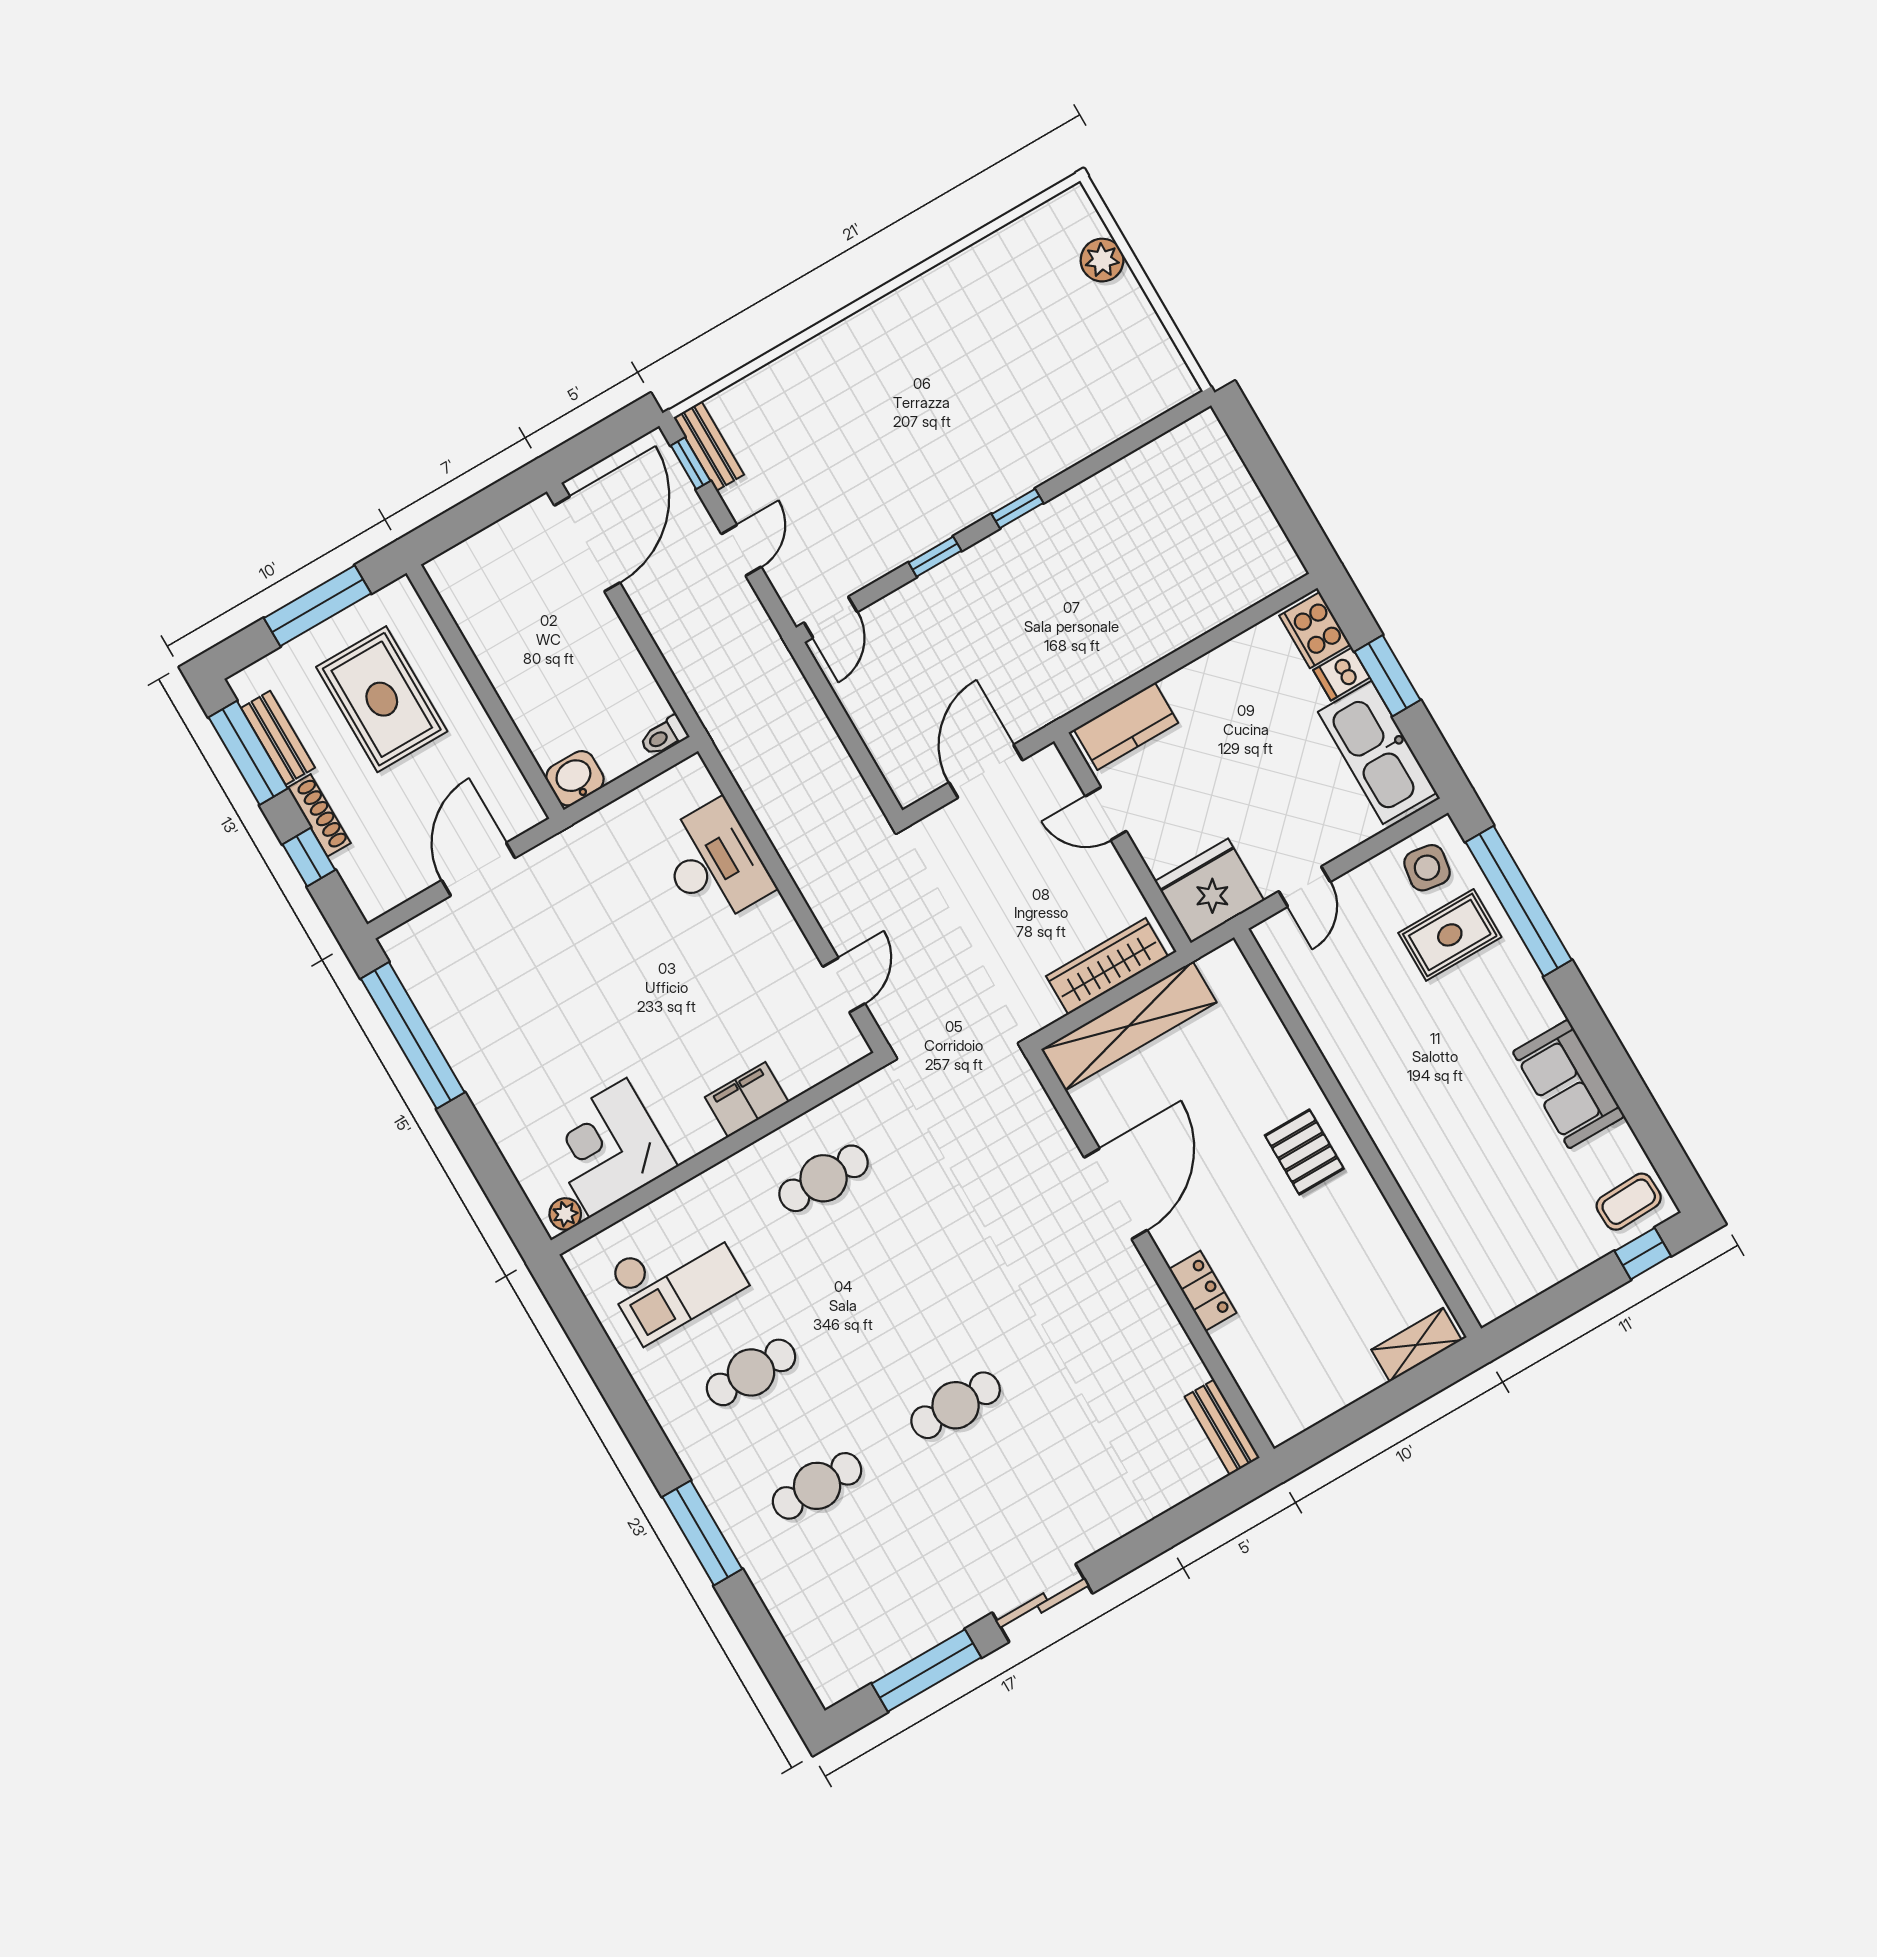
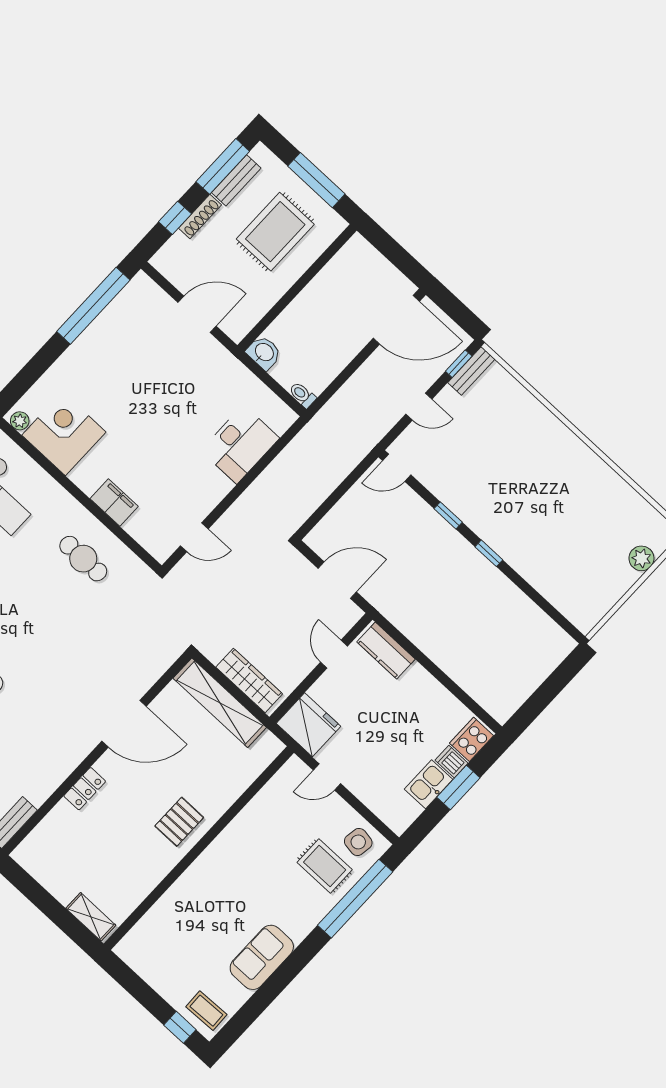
kitchen sink: (1377, 752) -> (429, 784), width x0.53, depth x0.81

